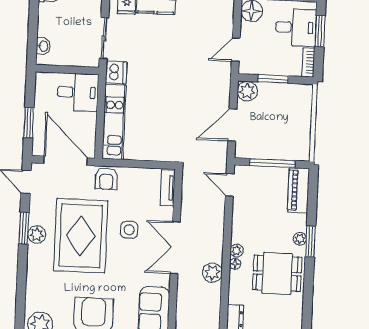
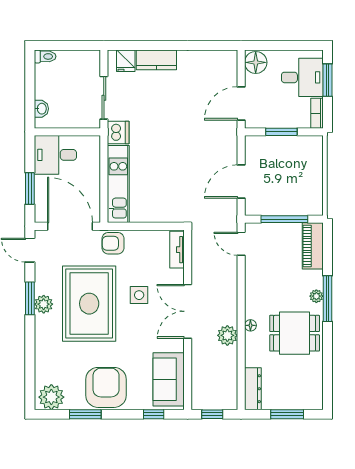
door: (236, 50) -> (241, 103), width x1.38
plant: (247, 91) -> (255, 146), removed
desk: (78, 92) -> (55, 155), moved, turned 180
armchair: (106, 179) -> (113, 243), turned 90
window: (310, 241) -> (327, 299), width x1.44
plant: (237, 251) -> (251, 311), removed

